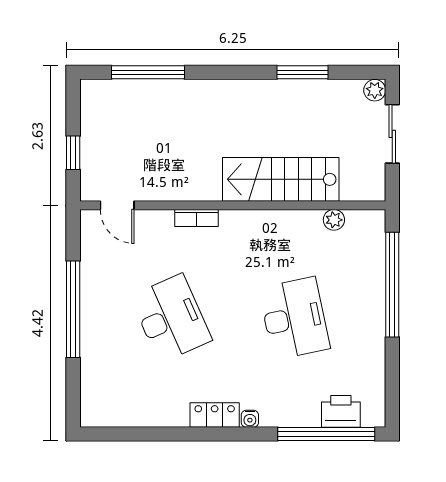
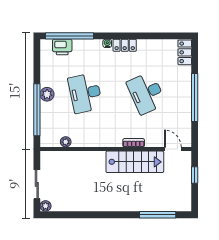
window: (302, 72) -> (81, 215), removed
stairs: (281, 179) -> (135, 162), moved
plant: (372, 316) -> (47, 94), added
locker: (93, 401) -> (185, 52), added

